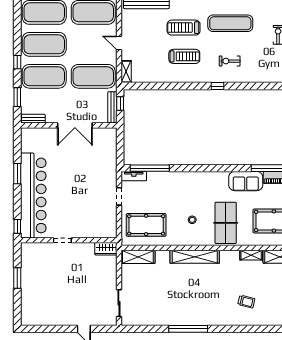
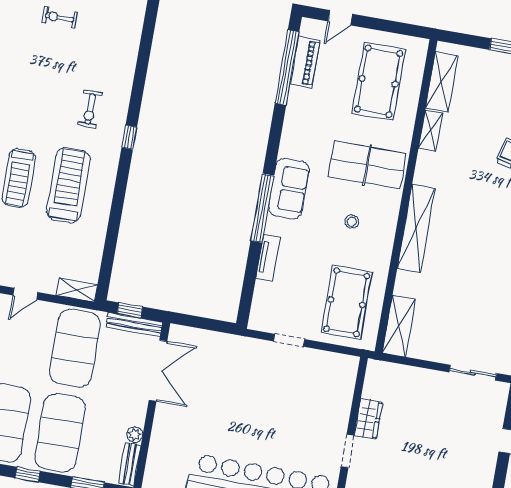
exercise mat: (230, 23) -> (25, 96), removed
treadmill: (184, 56) -> (68, 185), width x1.37, depth x1.38
plant: (50, 119) -> (135, 435), added
double door: (75, 125) -> (158, 371), moved
window: (150, 168) -> (262, 208), moved
tv unit: (134, 176) -> (268, 258), moved
sofa: (246, 181) -> (289, 189), moved
wardrobe: (106, 249) -> (368, 419), moved

